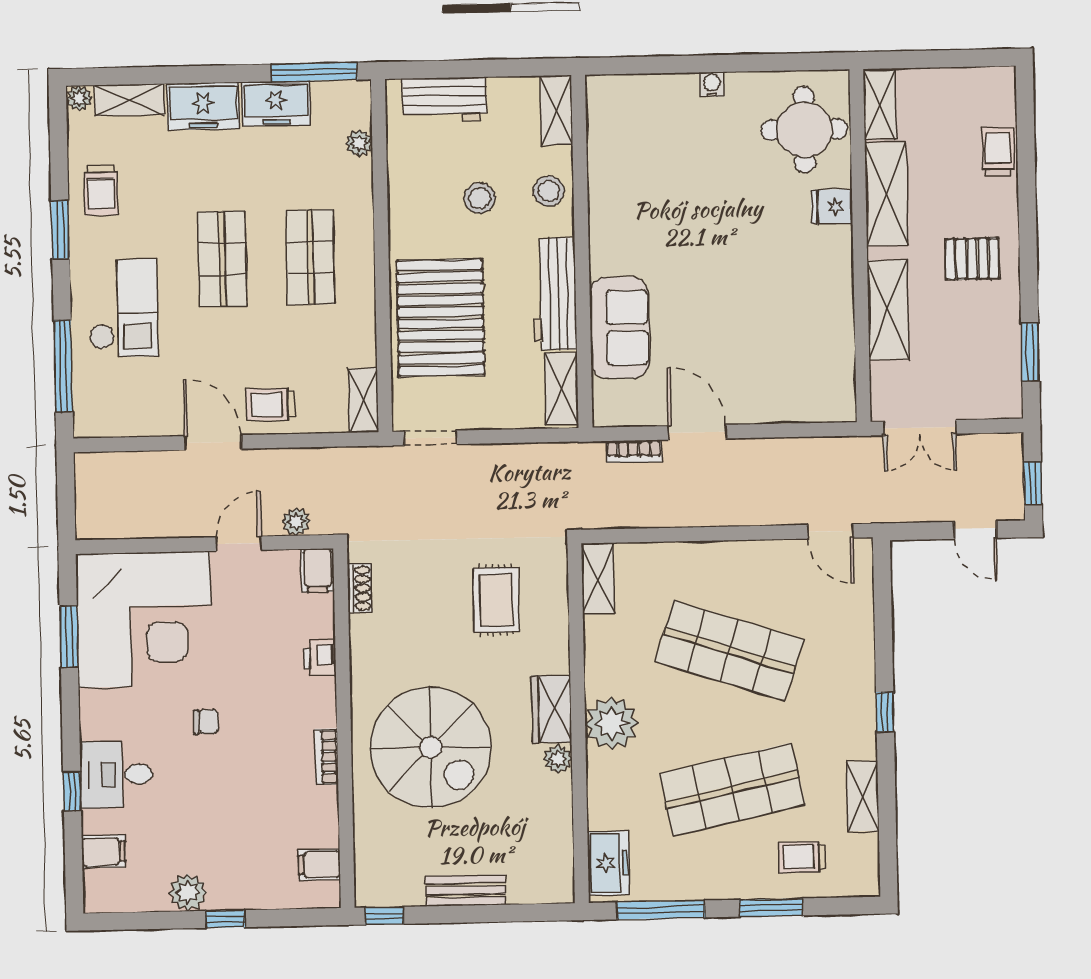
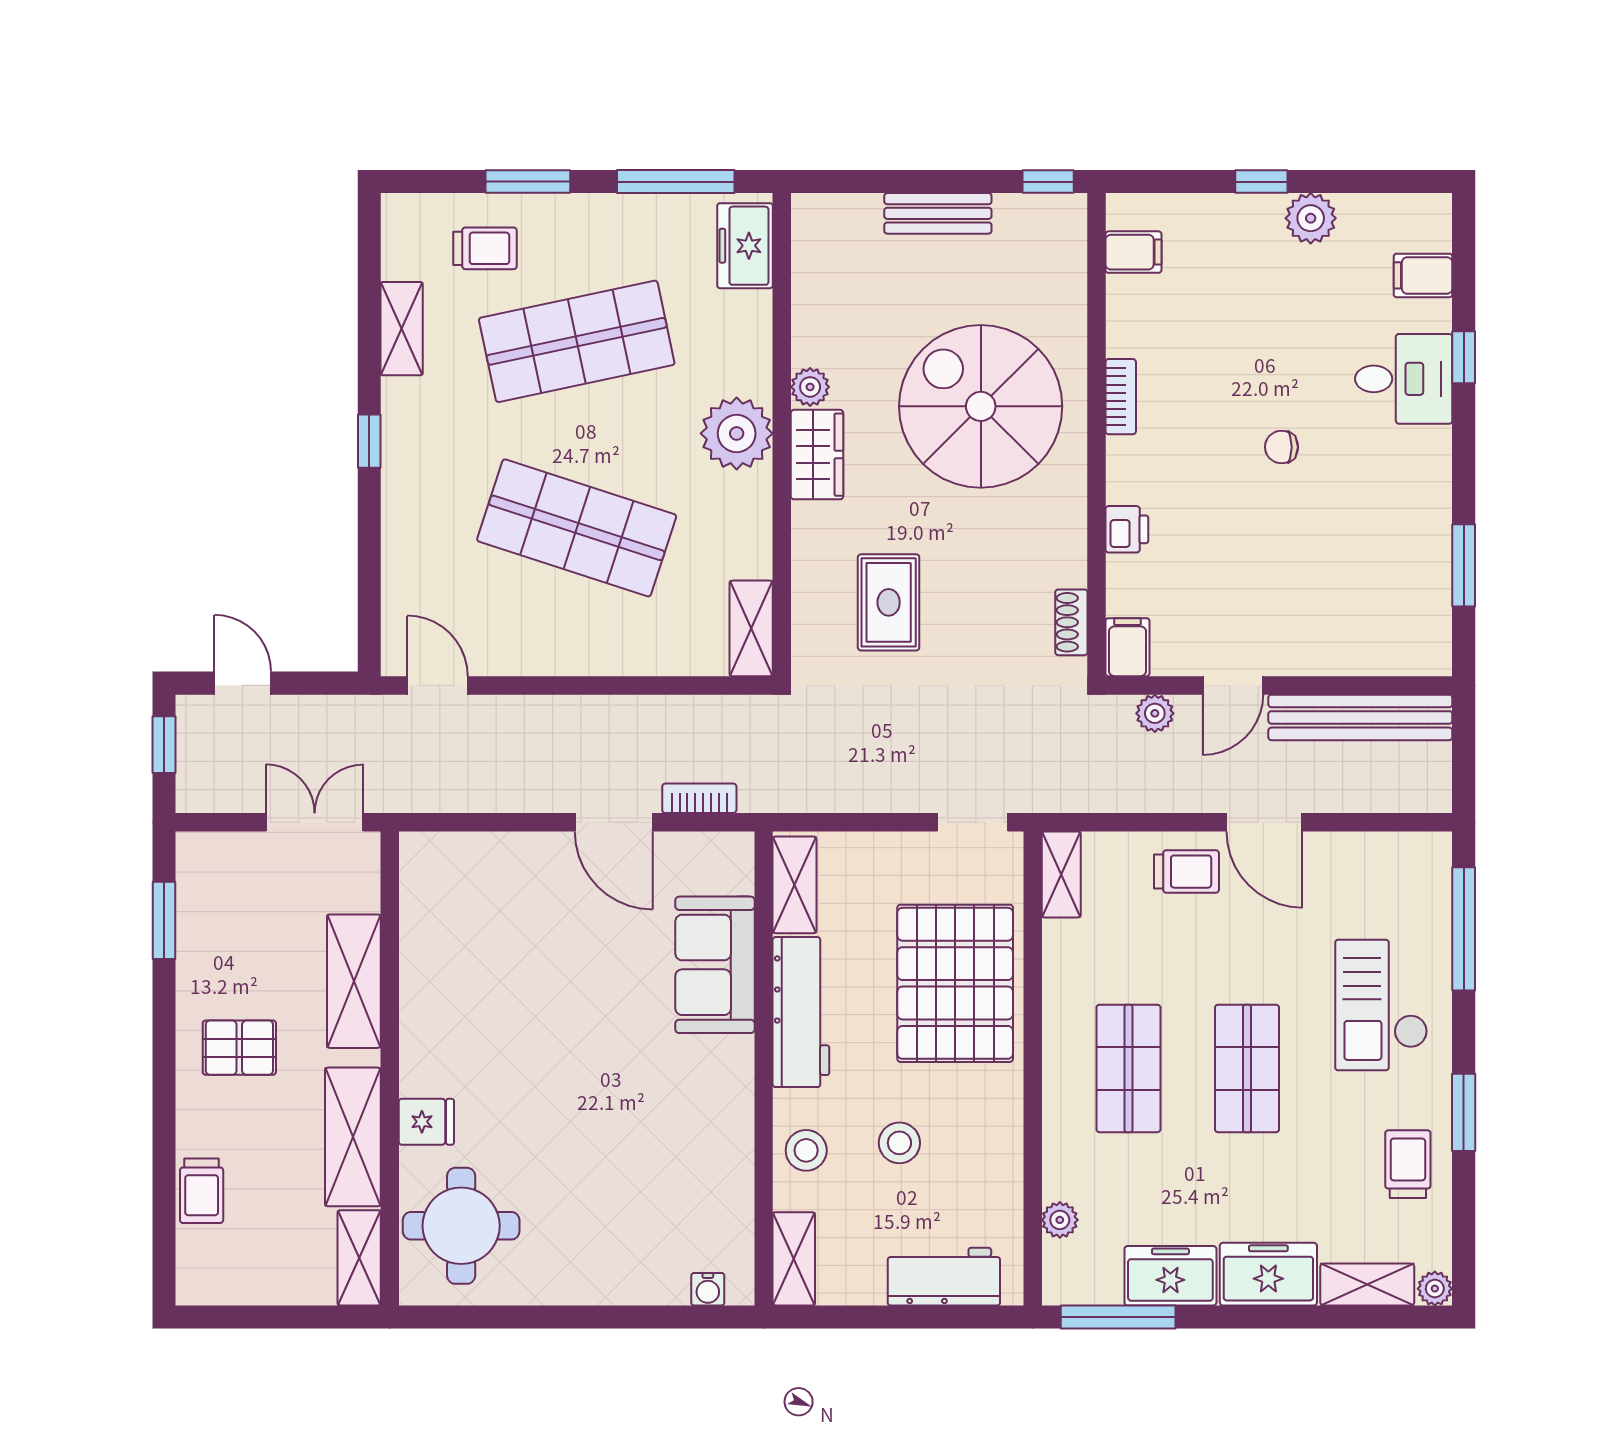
water cooler: (712, 84) -> (708, 1289), moved
bench: (143, 522) -> (1360, 717), added
corner desk: (144, 619) -> (1362, 586), removed

